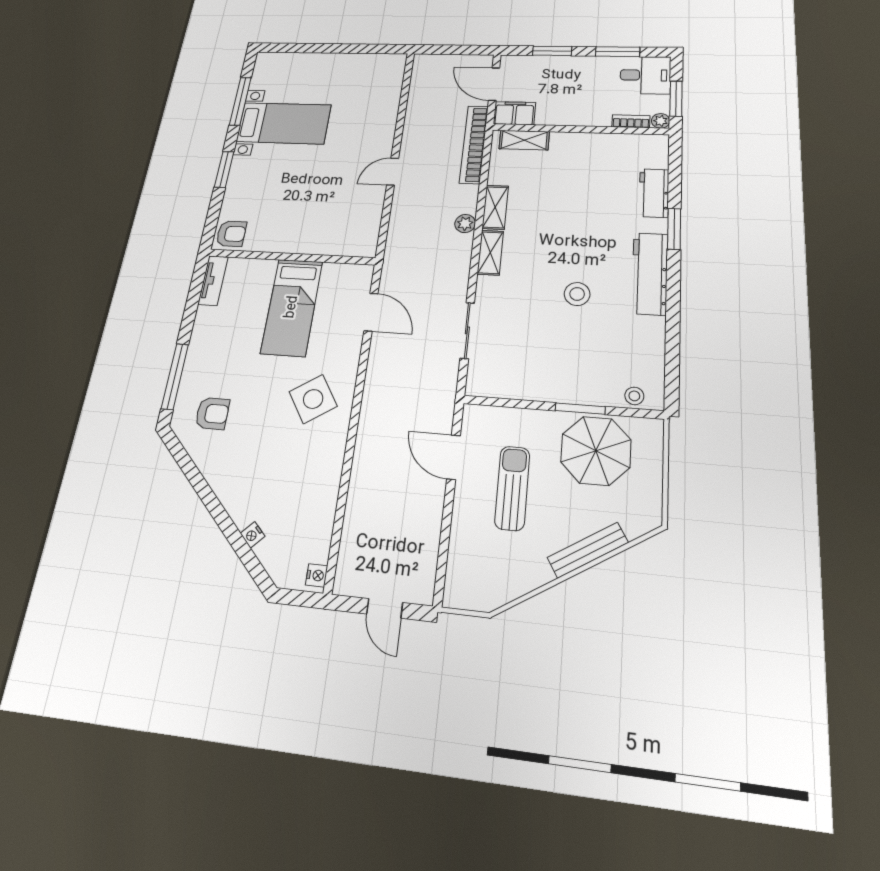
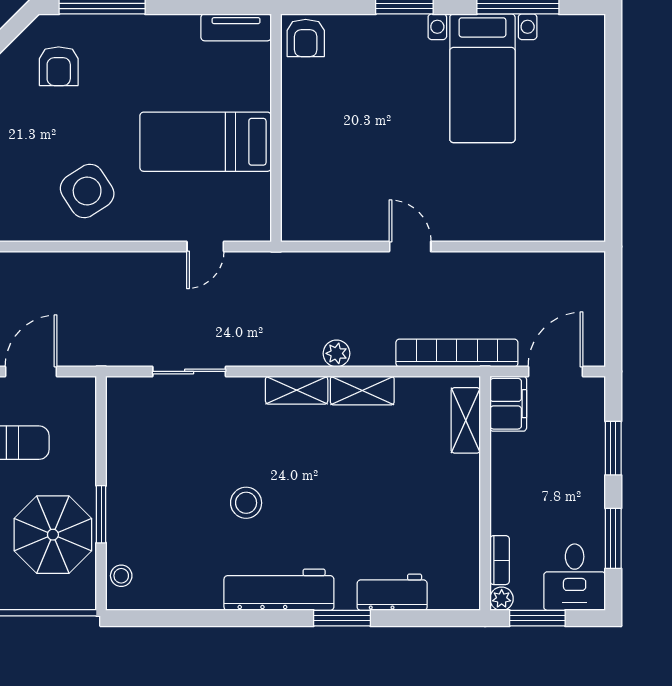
door: (371, 312) -> (205, 247), width x0.73

